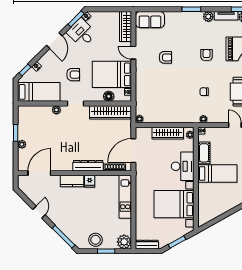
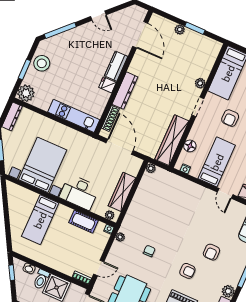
door: (133, 53) -> (225, 193), swing flipped
armchair: (165, 57) -> (211, 252), moved
bed: (112, 74) -> (217, 162), width x0.67
bed: (217, 174) -> (40, 220), moved

